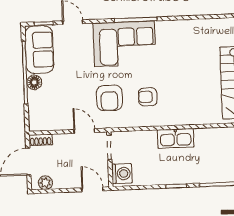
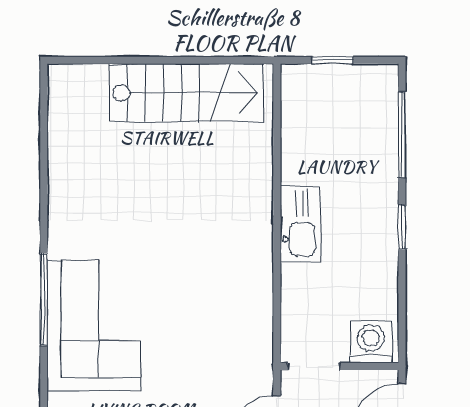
armchair: (148, 97) -> (209, 280), removed
armchair: (109, 98) -> (208, 362), removed

